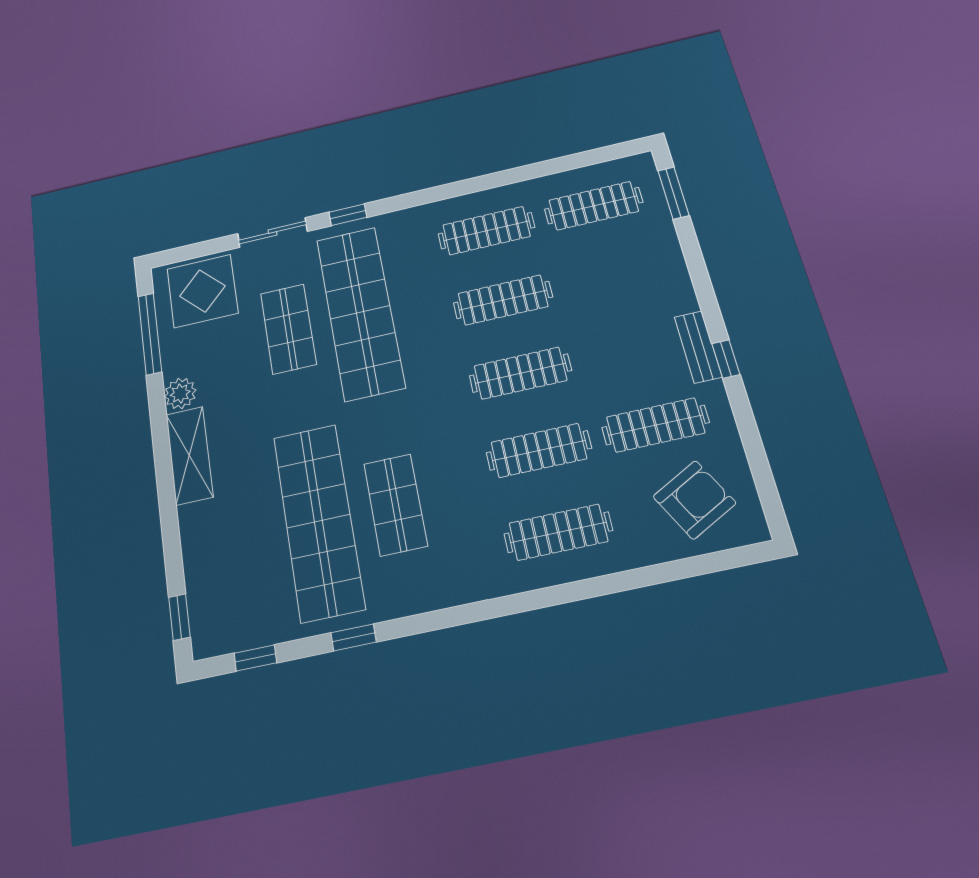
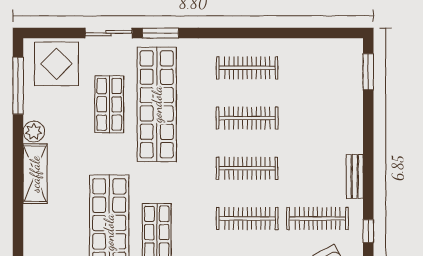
clothes rail: (594, 206) -> (317, 68), removed
window: (348, 215) -> (160, 33), width x1.50
window: (726, 359) -> (368, 231), moved

